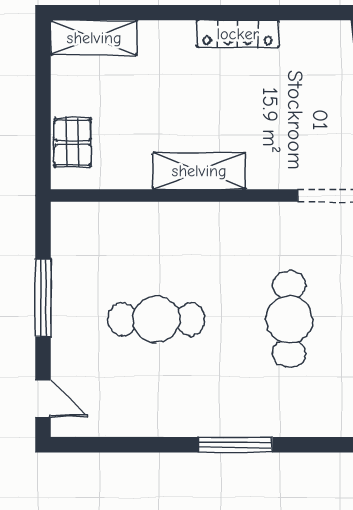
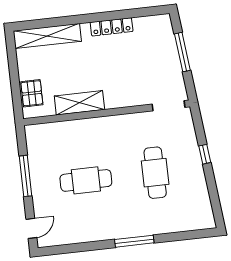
shelving: (94, 38) -> (47, 36), width x1.47
shelving: (199, 171) -> (79, 103), moved
door: (43, 398) -> (31, 228), hinge flipped

